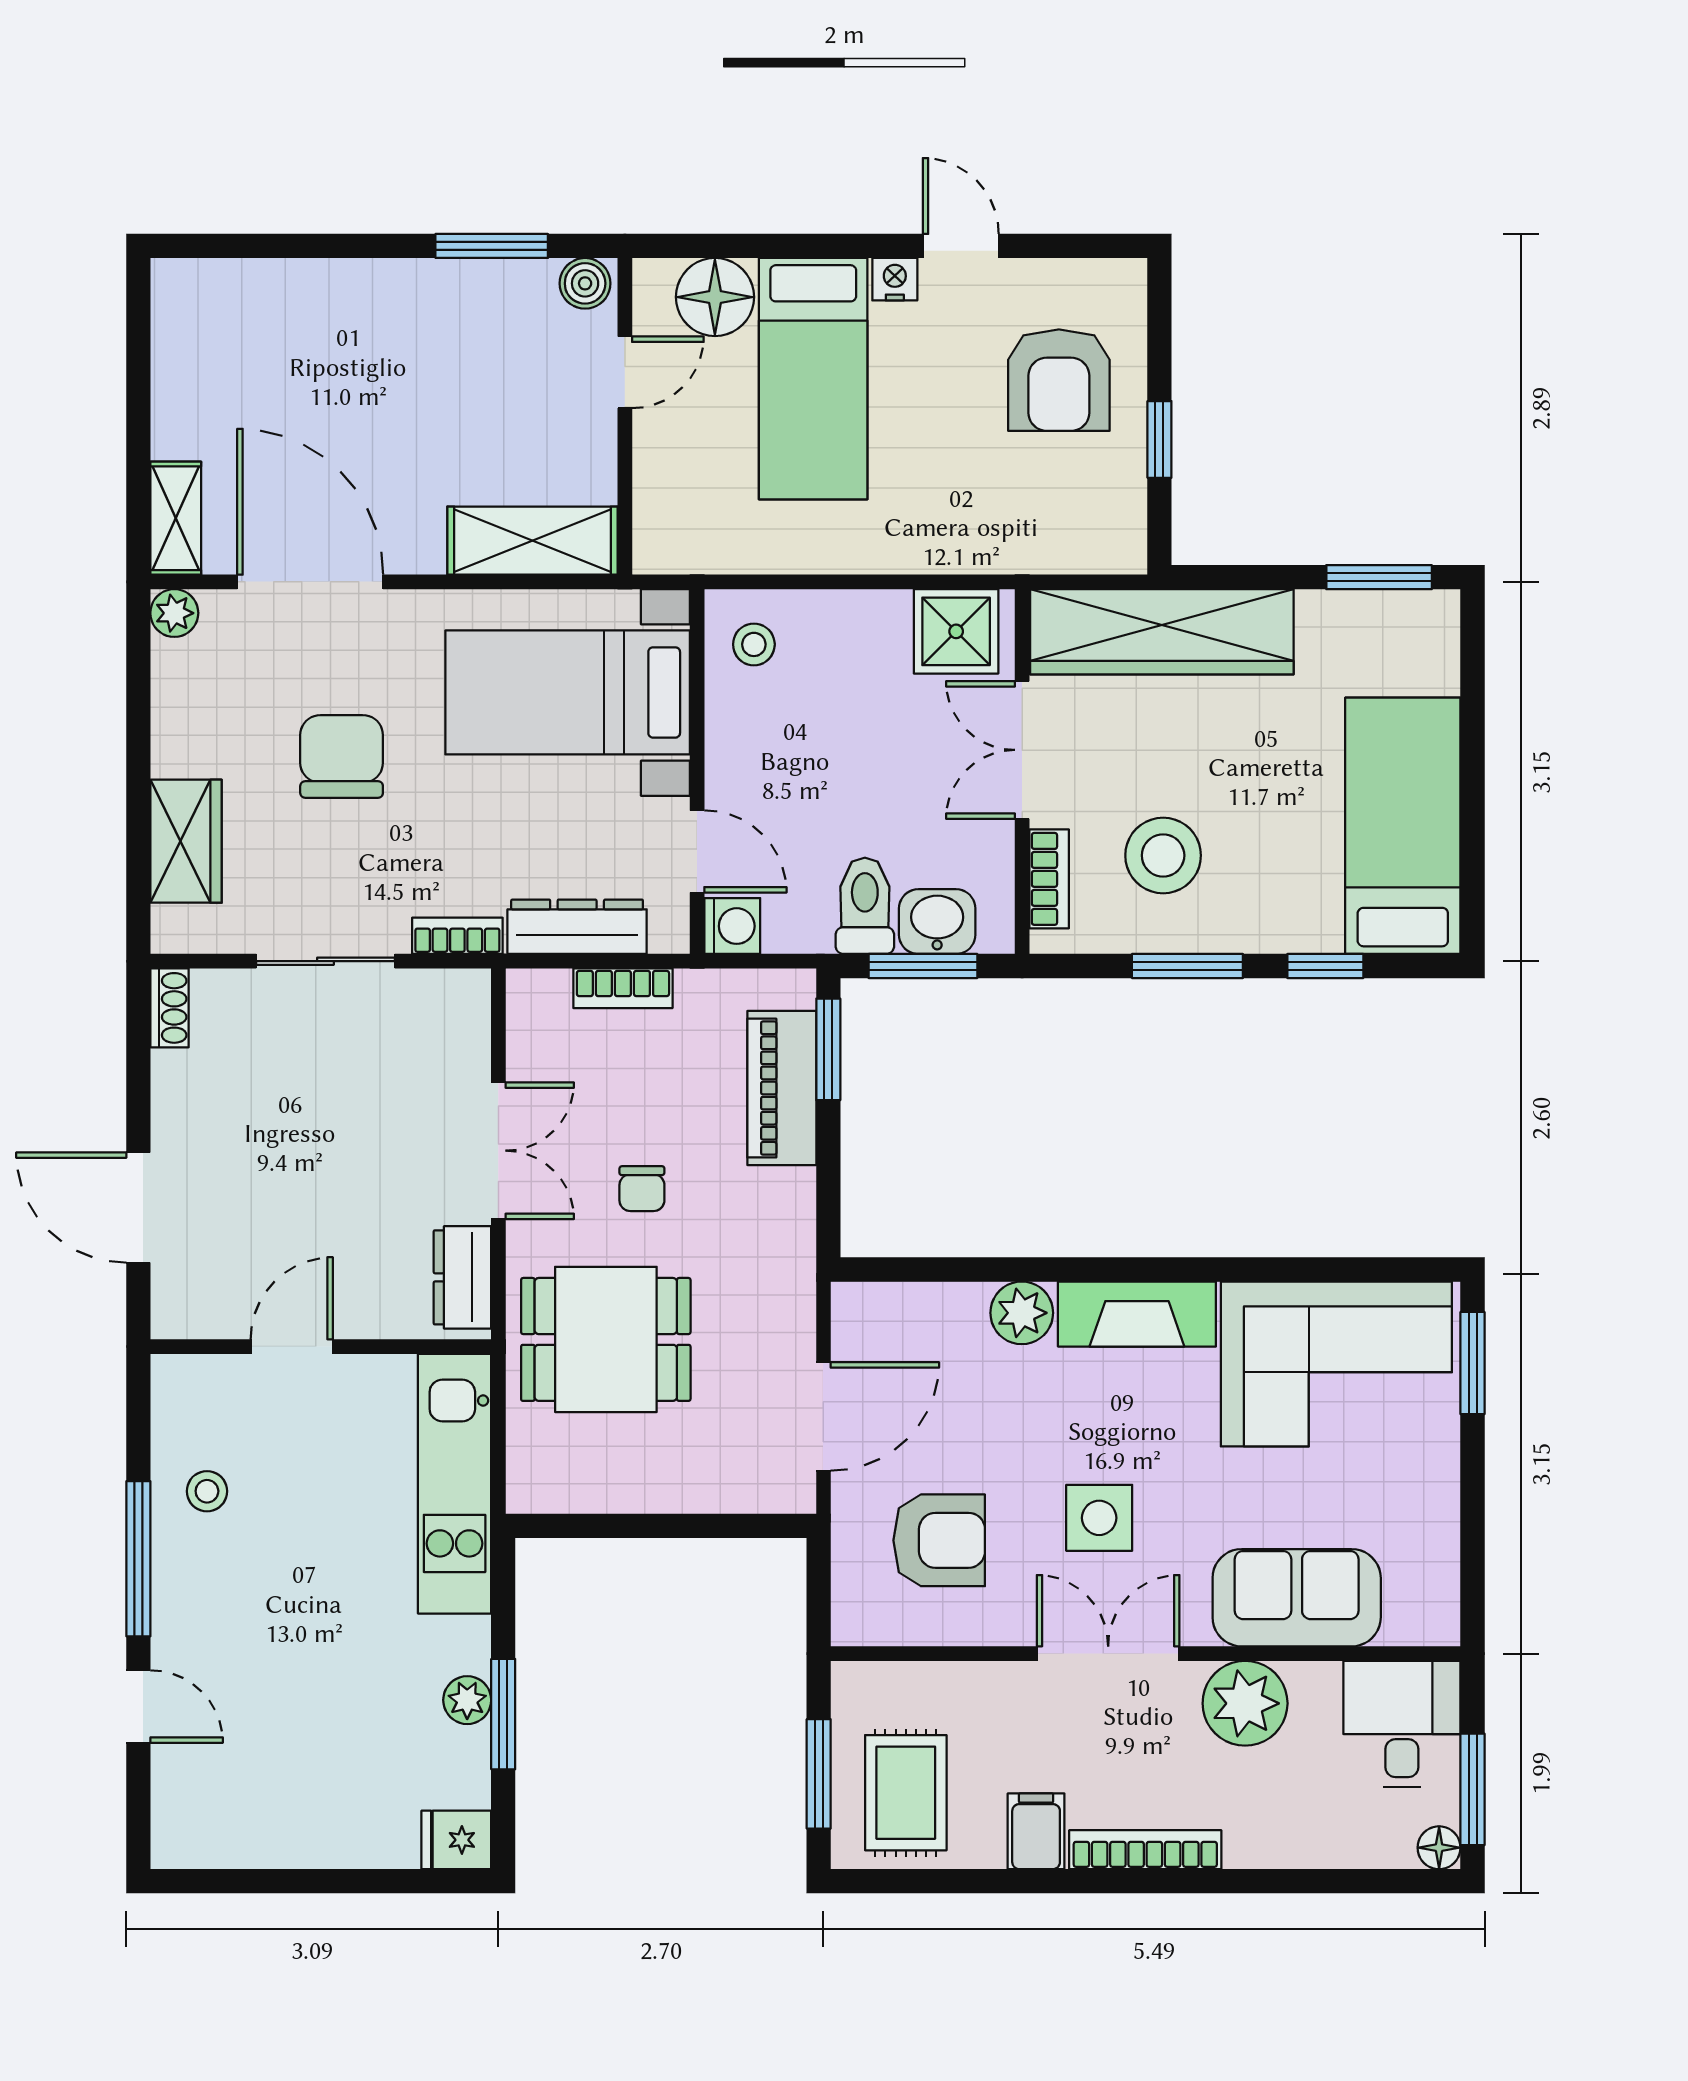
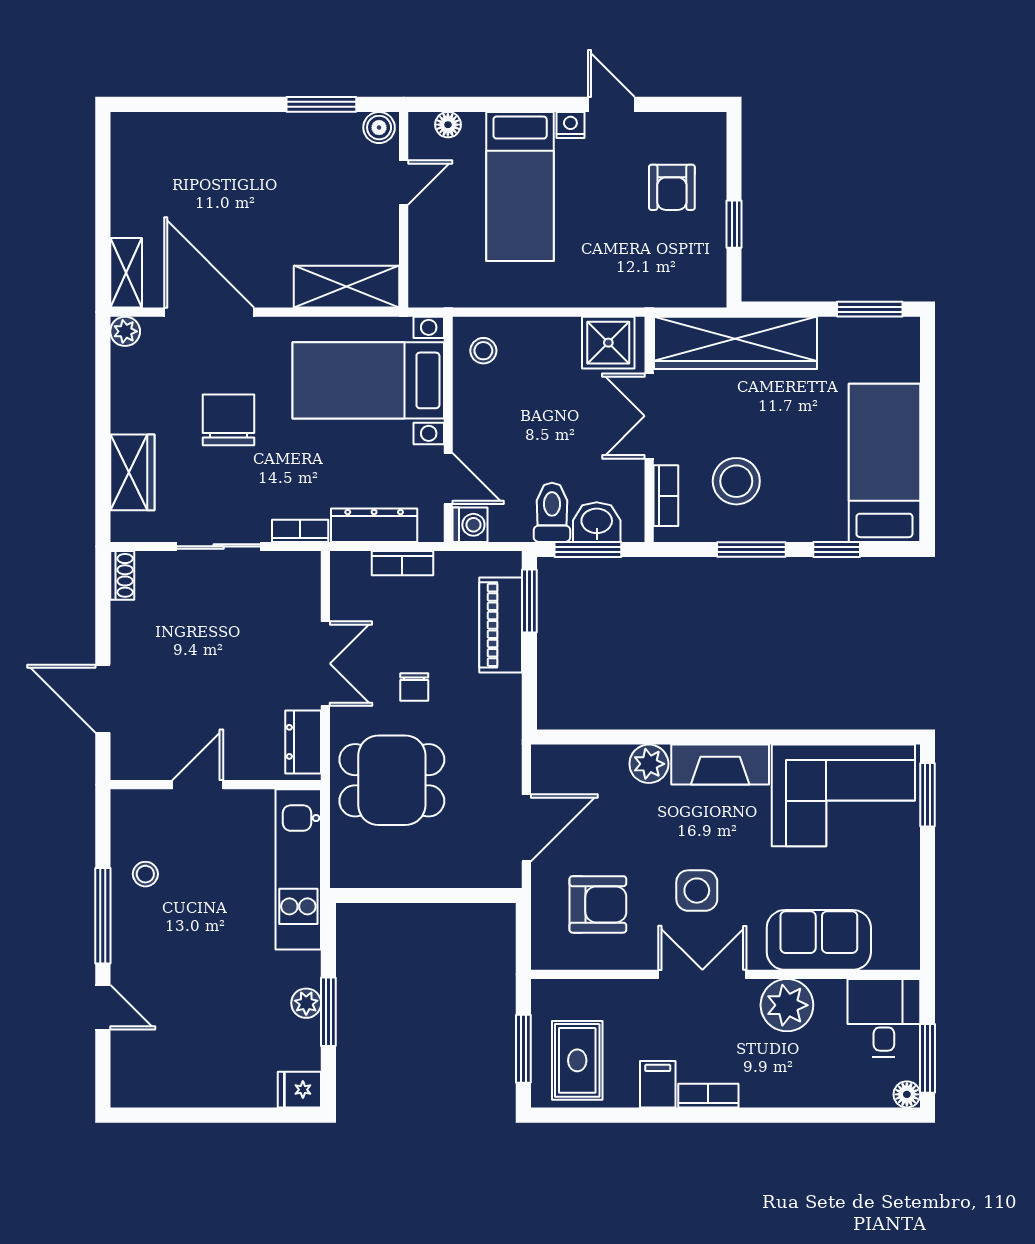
floor lamp: (715, 297) -> (448, 125), width x0.53, depth x0.53
armchair: (1059, 380) -> (672, 187), width x0.72, depth x0.72
bookcase: (1145, 1850) -> (708, 1096), width x0.64

